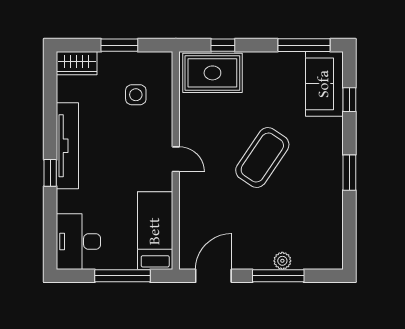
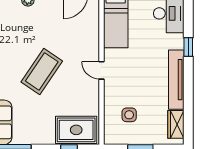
wardrobe: (77, 63) -> (176, 124), moved, turned -90
window: (50, 173) -> (188, 47), moved

